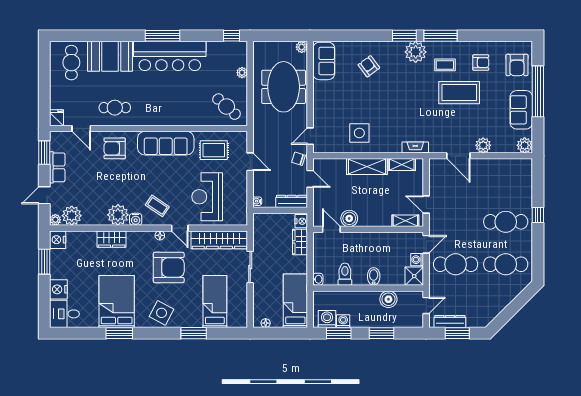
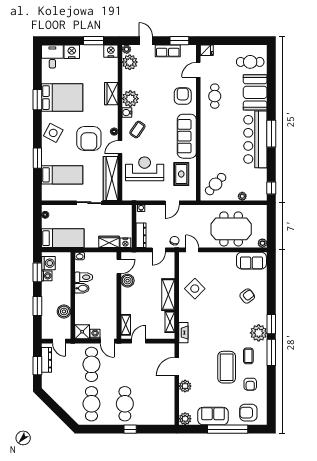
side table: (359, 133) -> (195, 289), turned 45
bidet: (374, 276) -> (82, 288), moved

